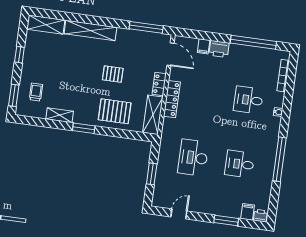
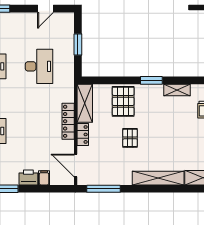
pallet: (113, 74) -> (130, 138), turned 90
pallet: (115, 111) -> (123, 101), turned 90

